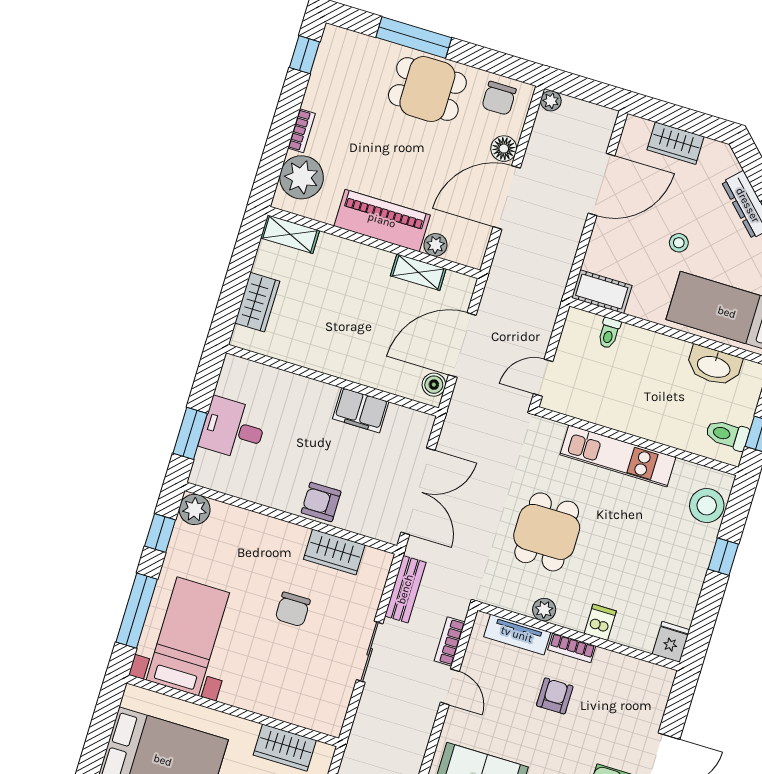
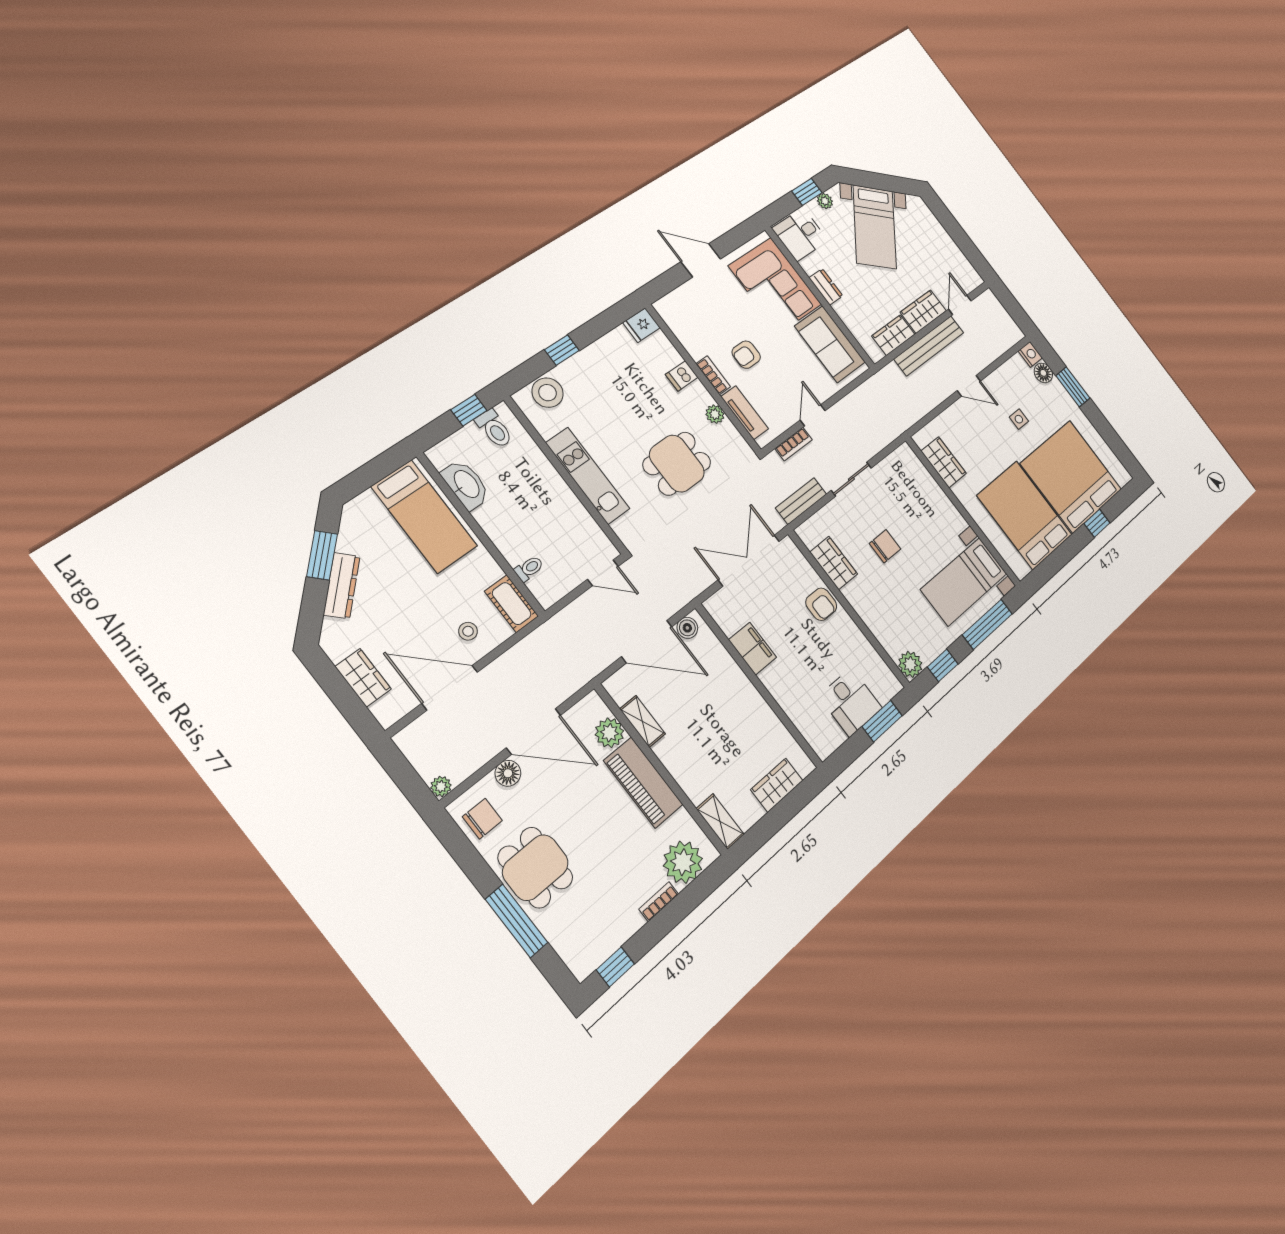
stool: (679, 243) -> (468, 631), moved
plant: (435, 245) -> (609, 733), width x1.38, depth x1.38

